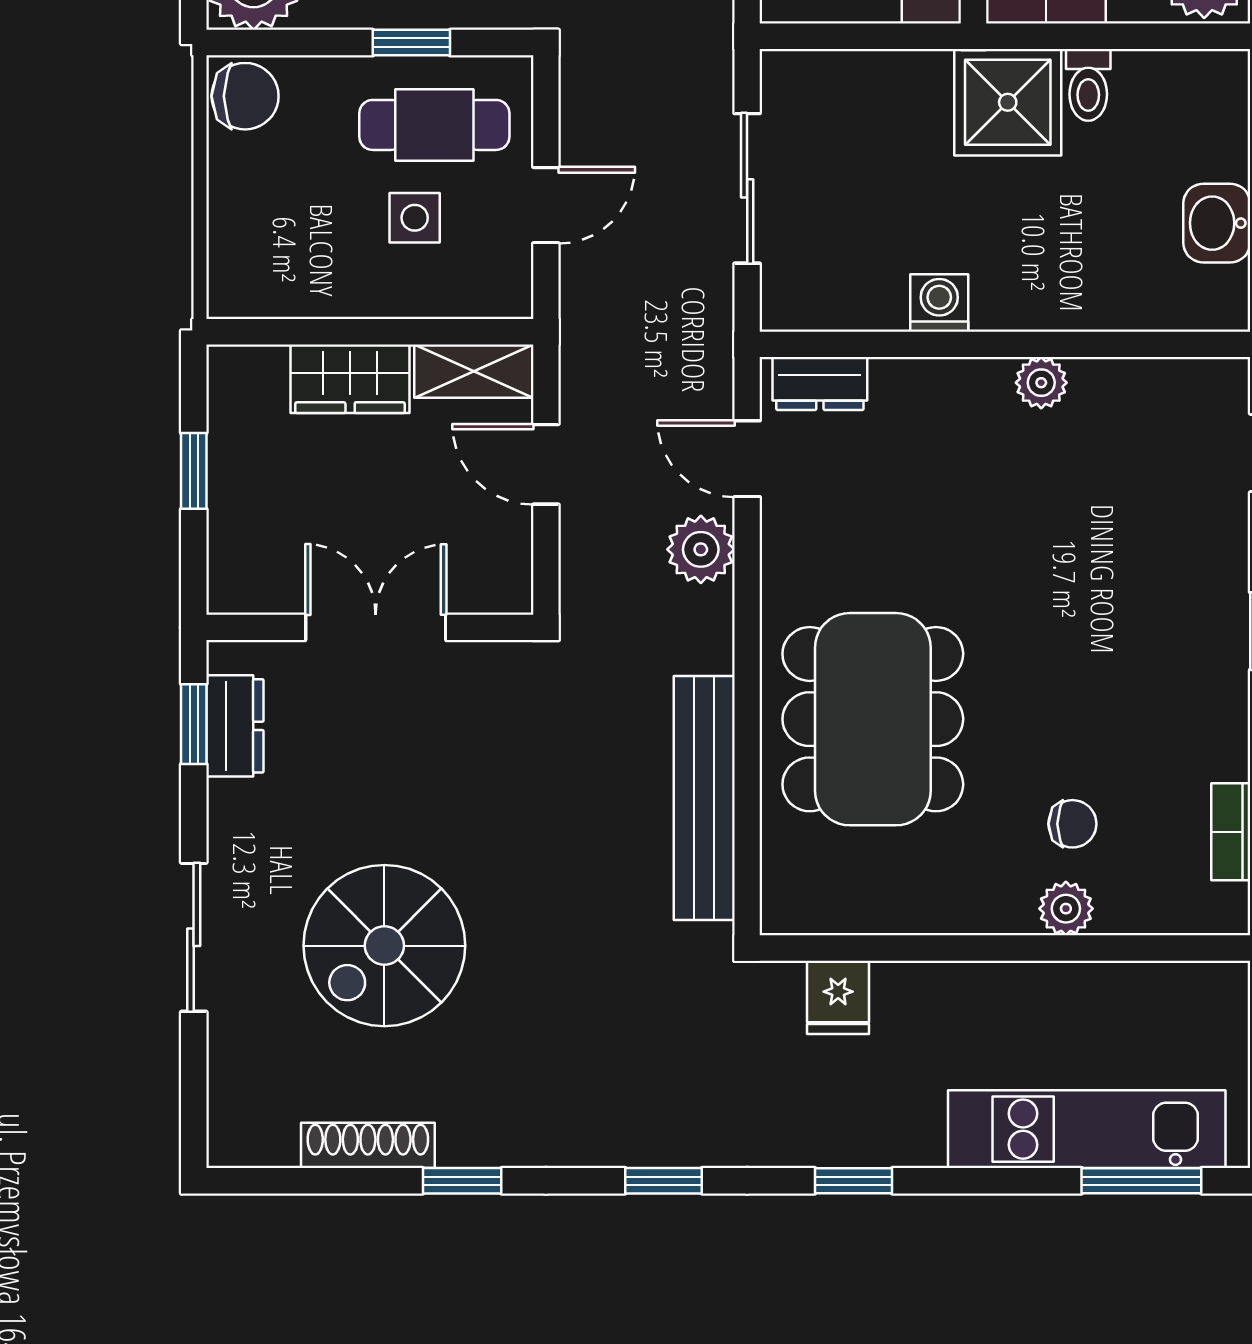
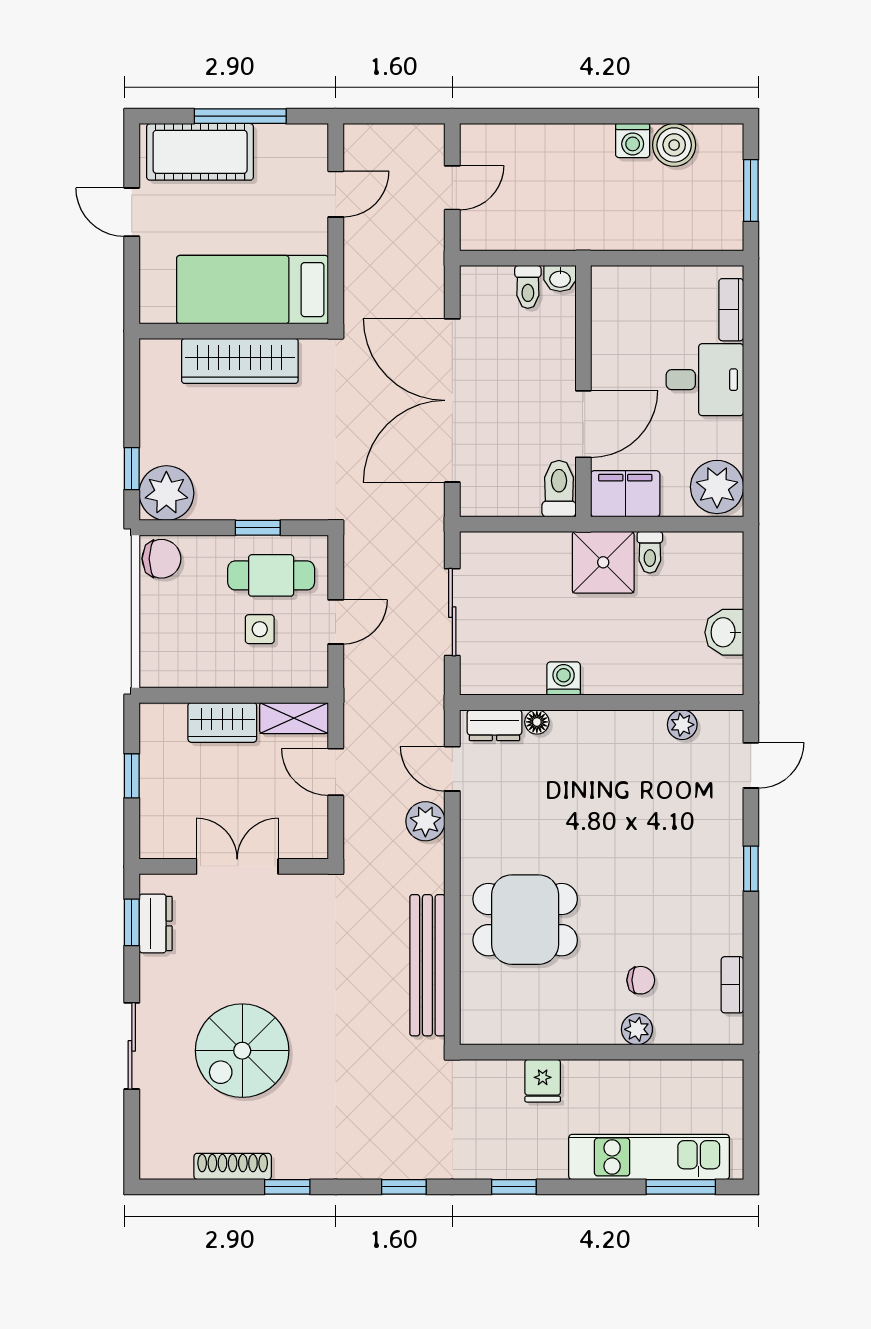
floor lamp: (893, 378) -> (537, 722), added
plant: (1041, 383) -> (682, 725), moved
dining table: (873, 719) -> (525, 920), width x0.73
fridge: (838, 997) -> (543, 1081), moved

